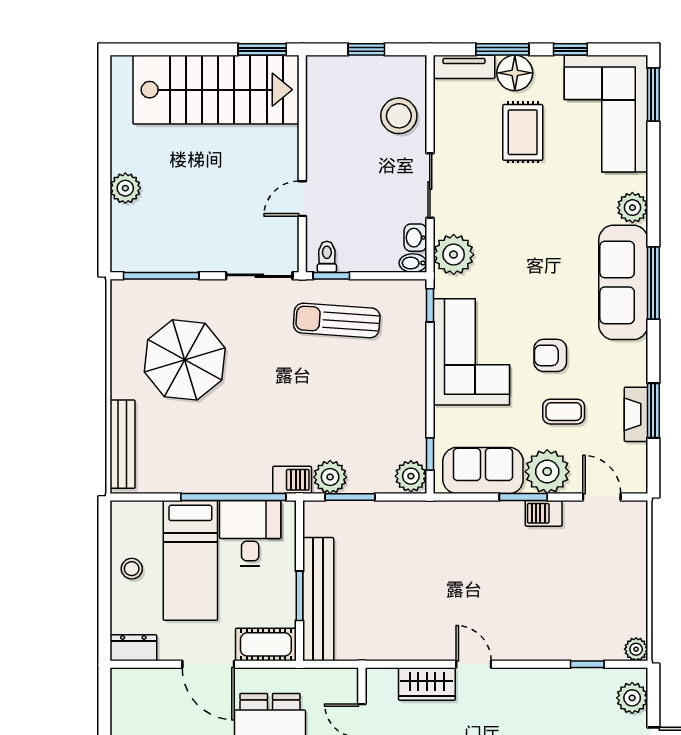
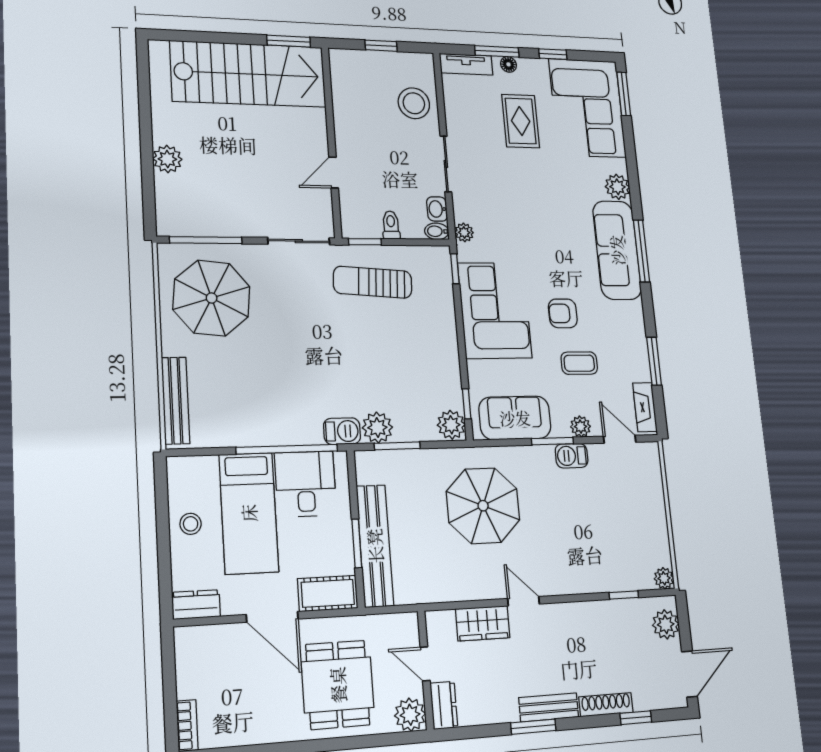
floor lamp: (515, 73) -> (508, 64), width x0.53, depth x0.53
plant: (454, 255) -> (464, 232), width x0.53, depth x0.53
toilet: (327, 257) -> (391, 225), moved
parasol: (185, 360) -> (212, 298), moved
fireplace: (636, 414) -> (645, 407), moved
plant: (547, 472) -> (580, 427), width x0.53, depth x0.53
parasol: (438, 563) -> (483, 506), added

